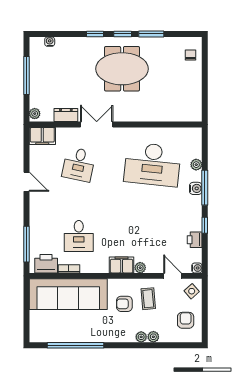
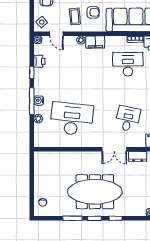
meeting table: (122, 69) -> (95, 192), width x1.36
desk: (79, 236) -> (128, 64), width x1.37

